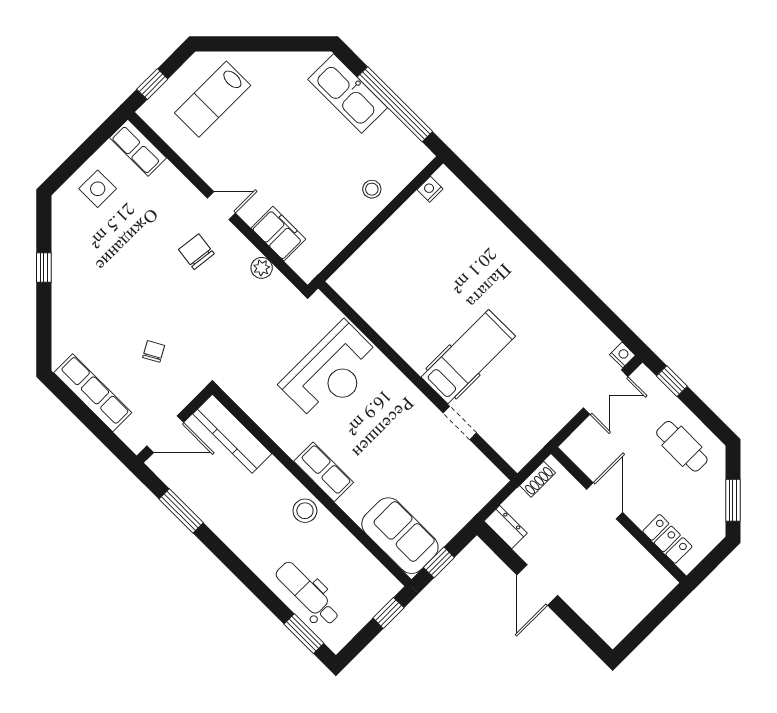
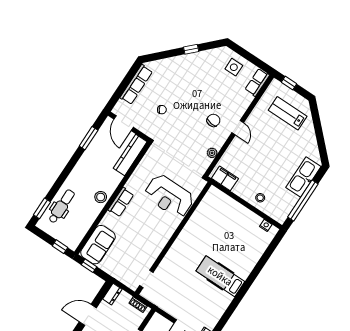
filing cabinet: (278, 234) -> (225, 178), moved, turned -90
hospital bed: (468, 357) -> (220, 276), moved, turned 180
doorway: (460, 423) -> (146, 279), moved

